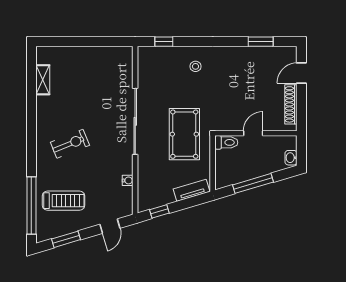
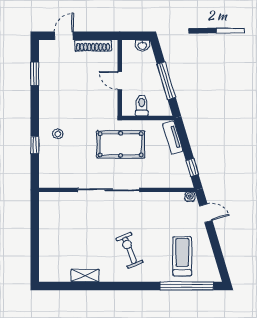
window: (164, 42) -> (35, 145), moved
door: (301, 73) -> (64, 36), swing flipped
shelving: (43, 80) -> (85, 275), moved
toilet: (226, 142) -> (142, 105), moved
water cooler: (128, 180) -> (190, 197), moved
window: (66, 239) -> (218, 254), removed

